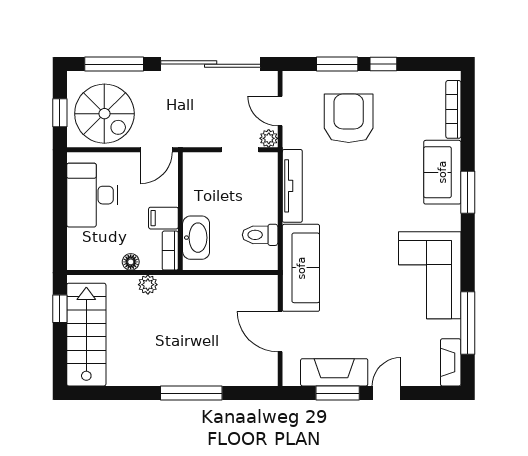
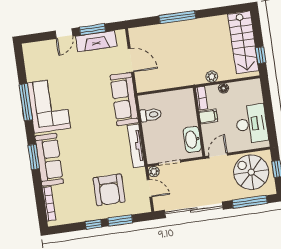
sofa: (442, 172) -> (49, 160), width x1.36
washbasin: (196, 238) -> (192, 139), moved
window: (468, 323) -> (26, 102), moved
fireplace: (451, 362) -> (29, 57), removed

